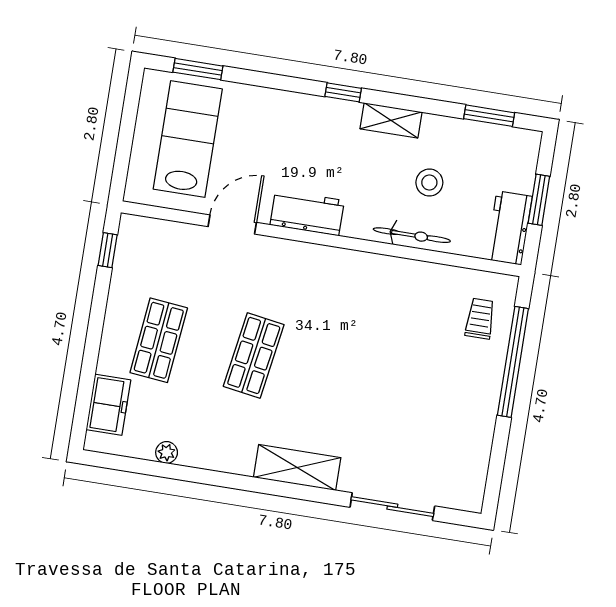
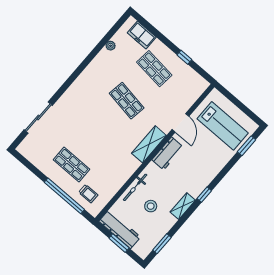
workbench: (509, 228) -> (120, 229), width x1.38
window: (108, 250) -> (184, 57), moved
shop shelf: (444, 386) -> (71, 164), added
shelving: (297, 467) -> (149, 144), moved

